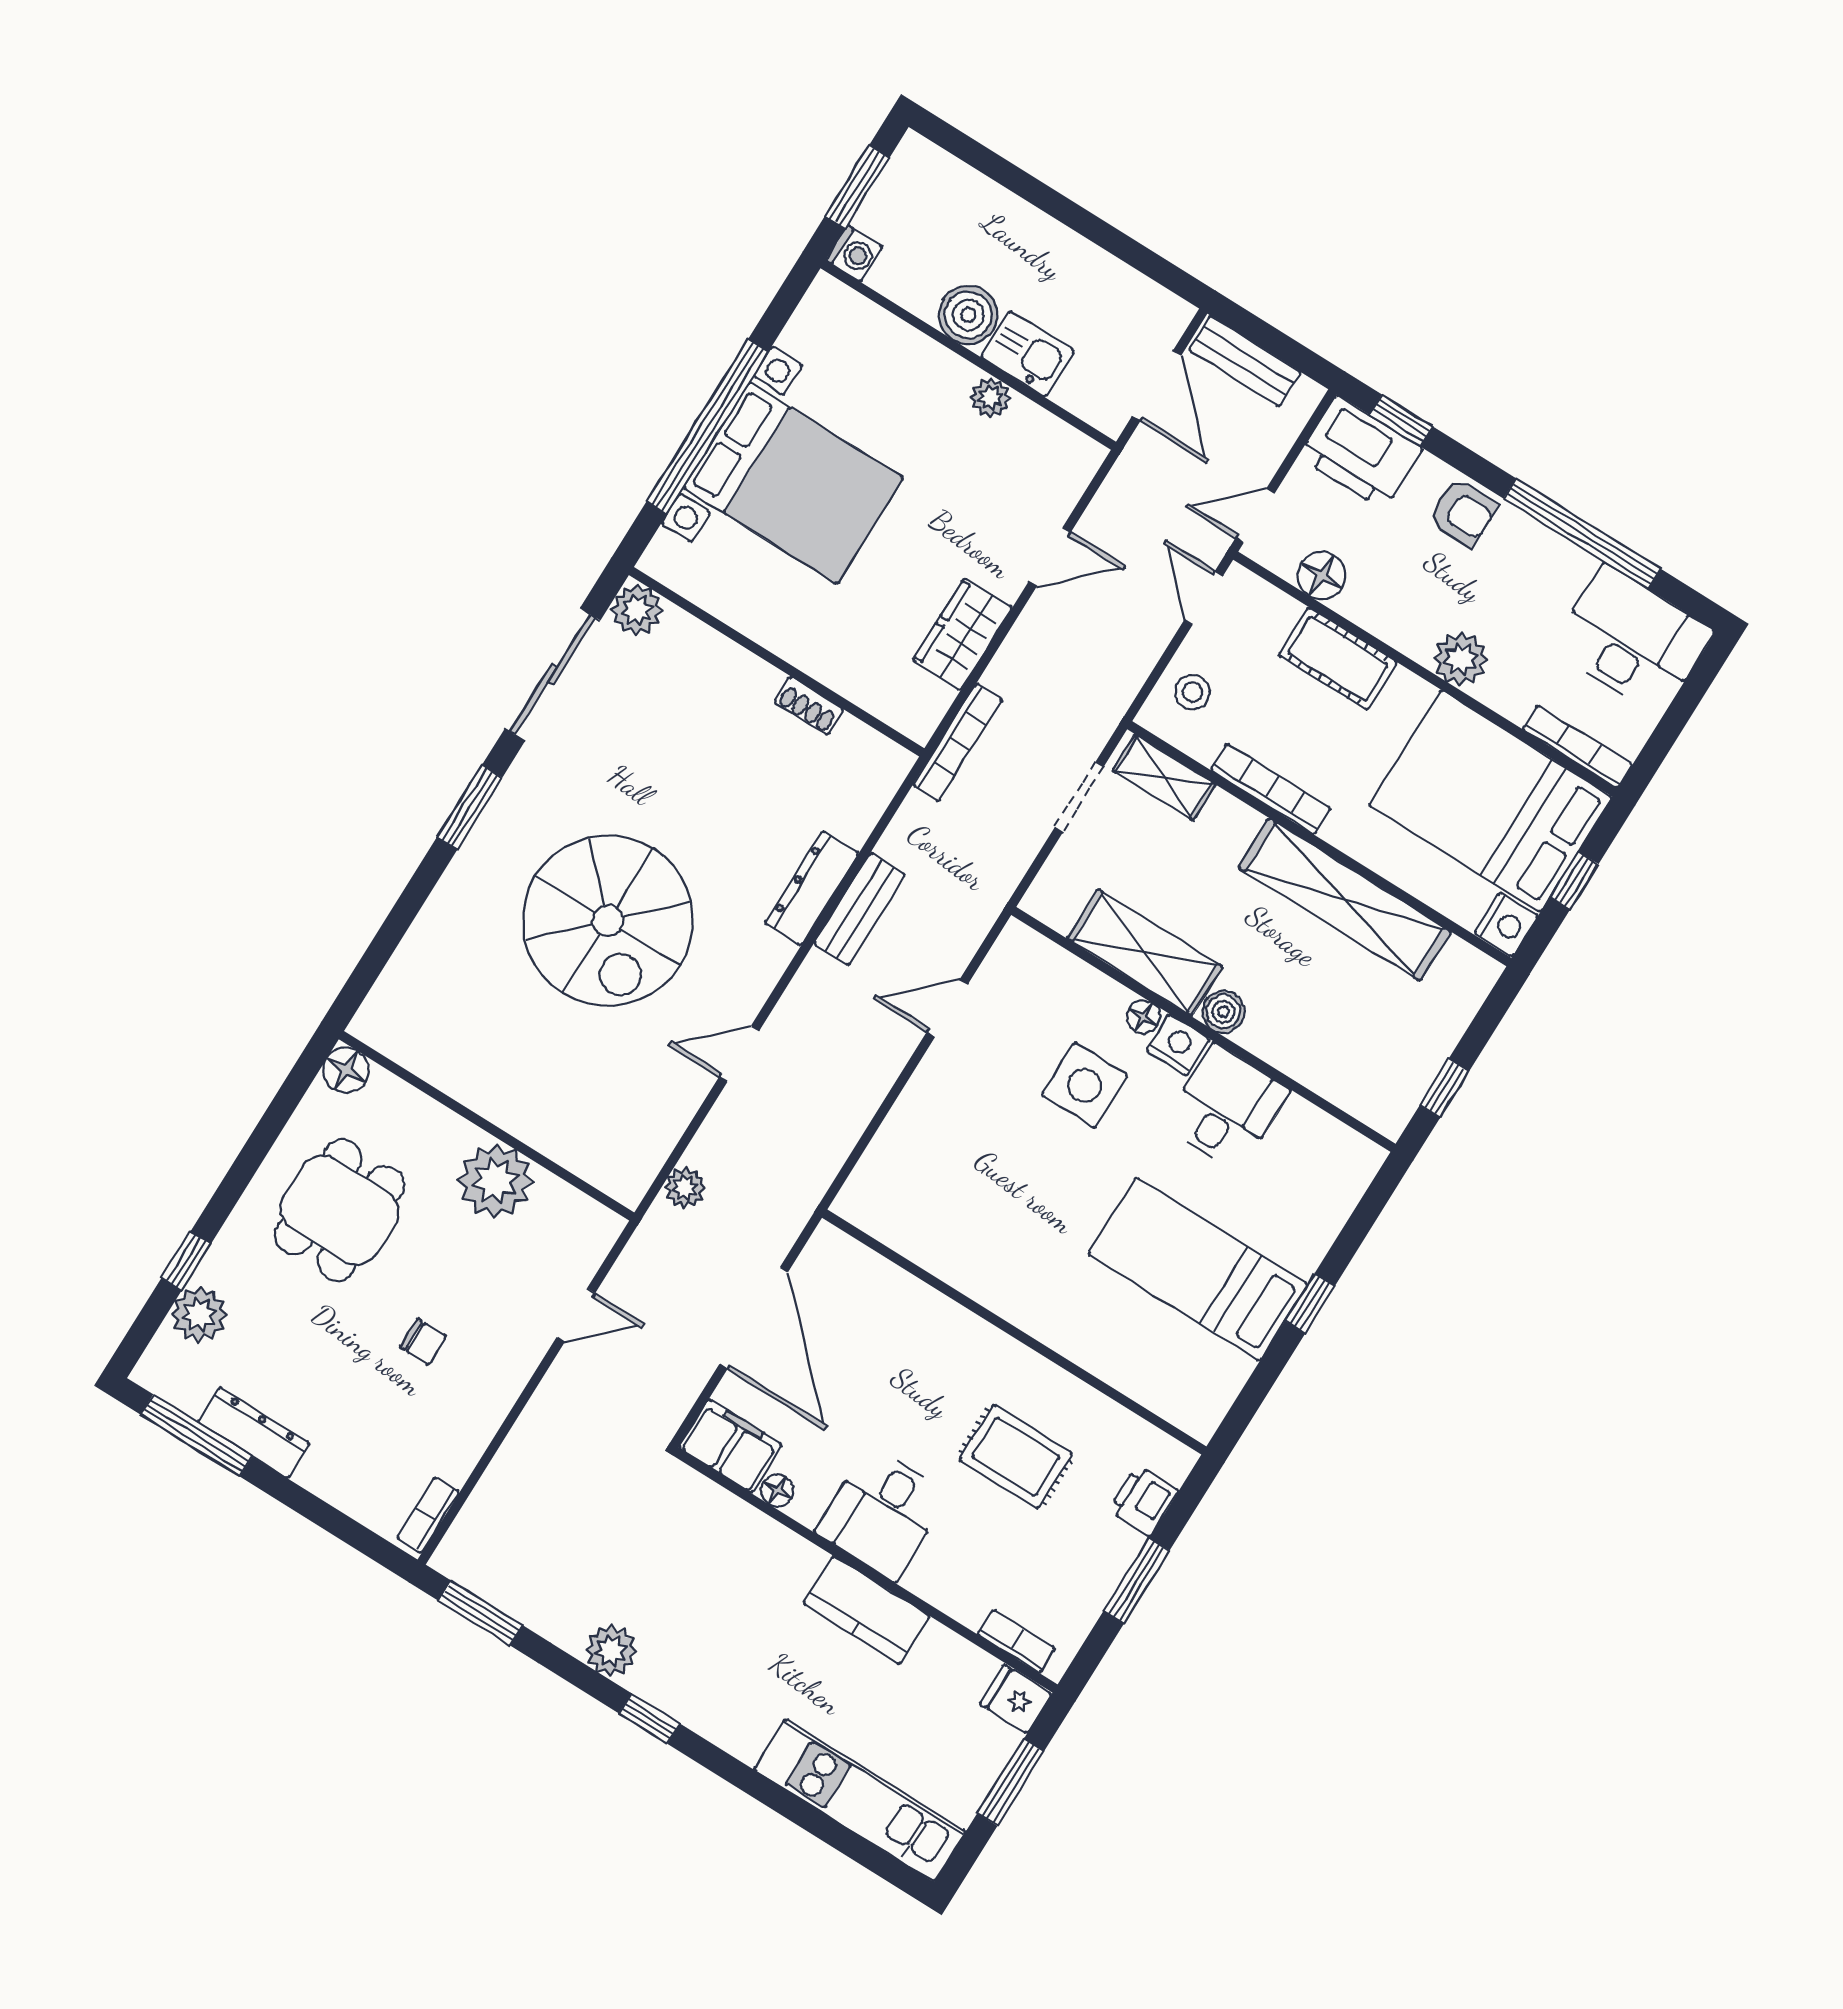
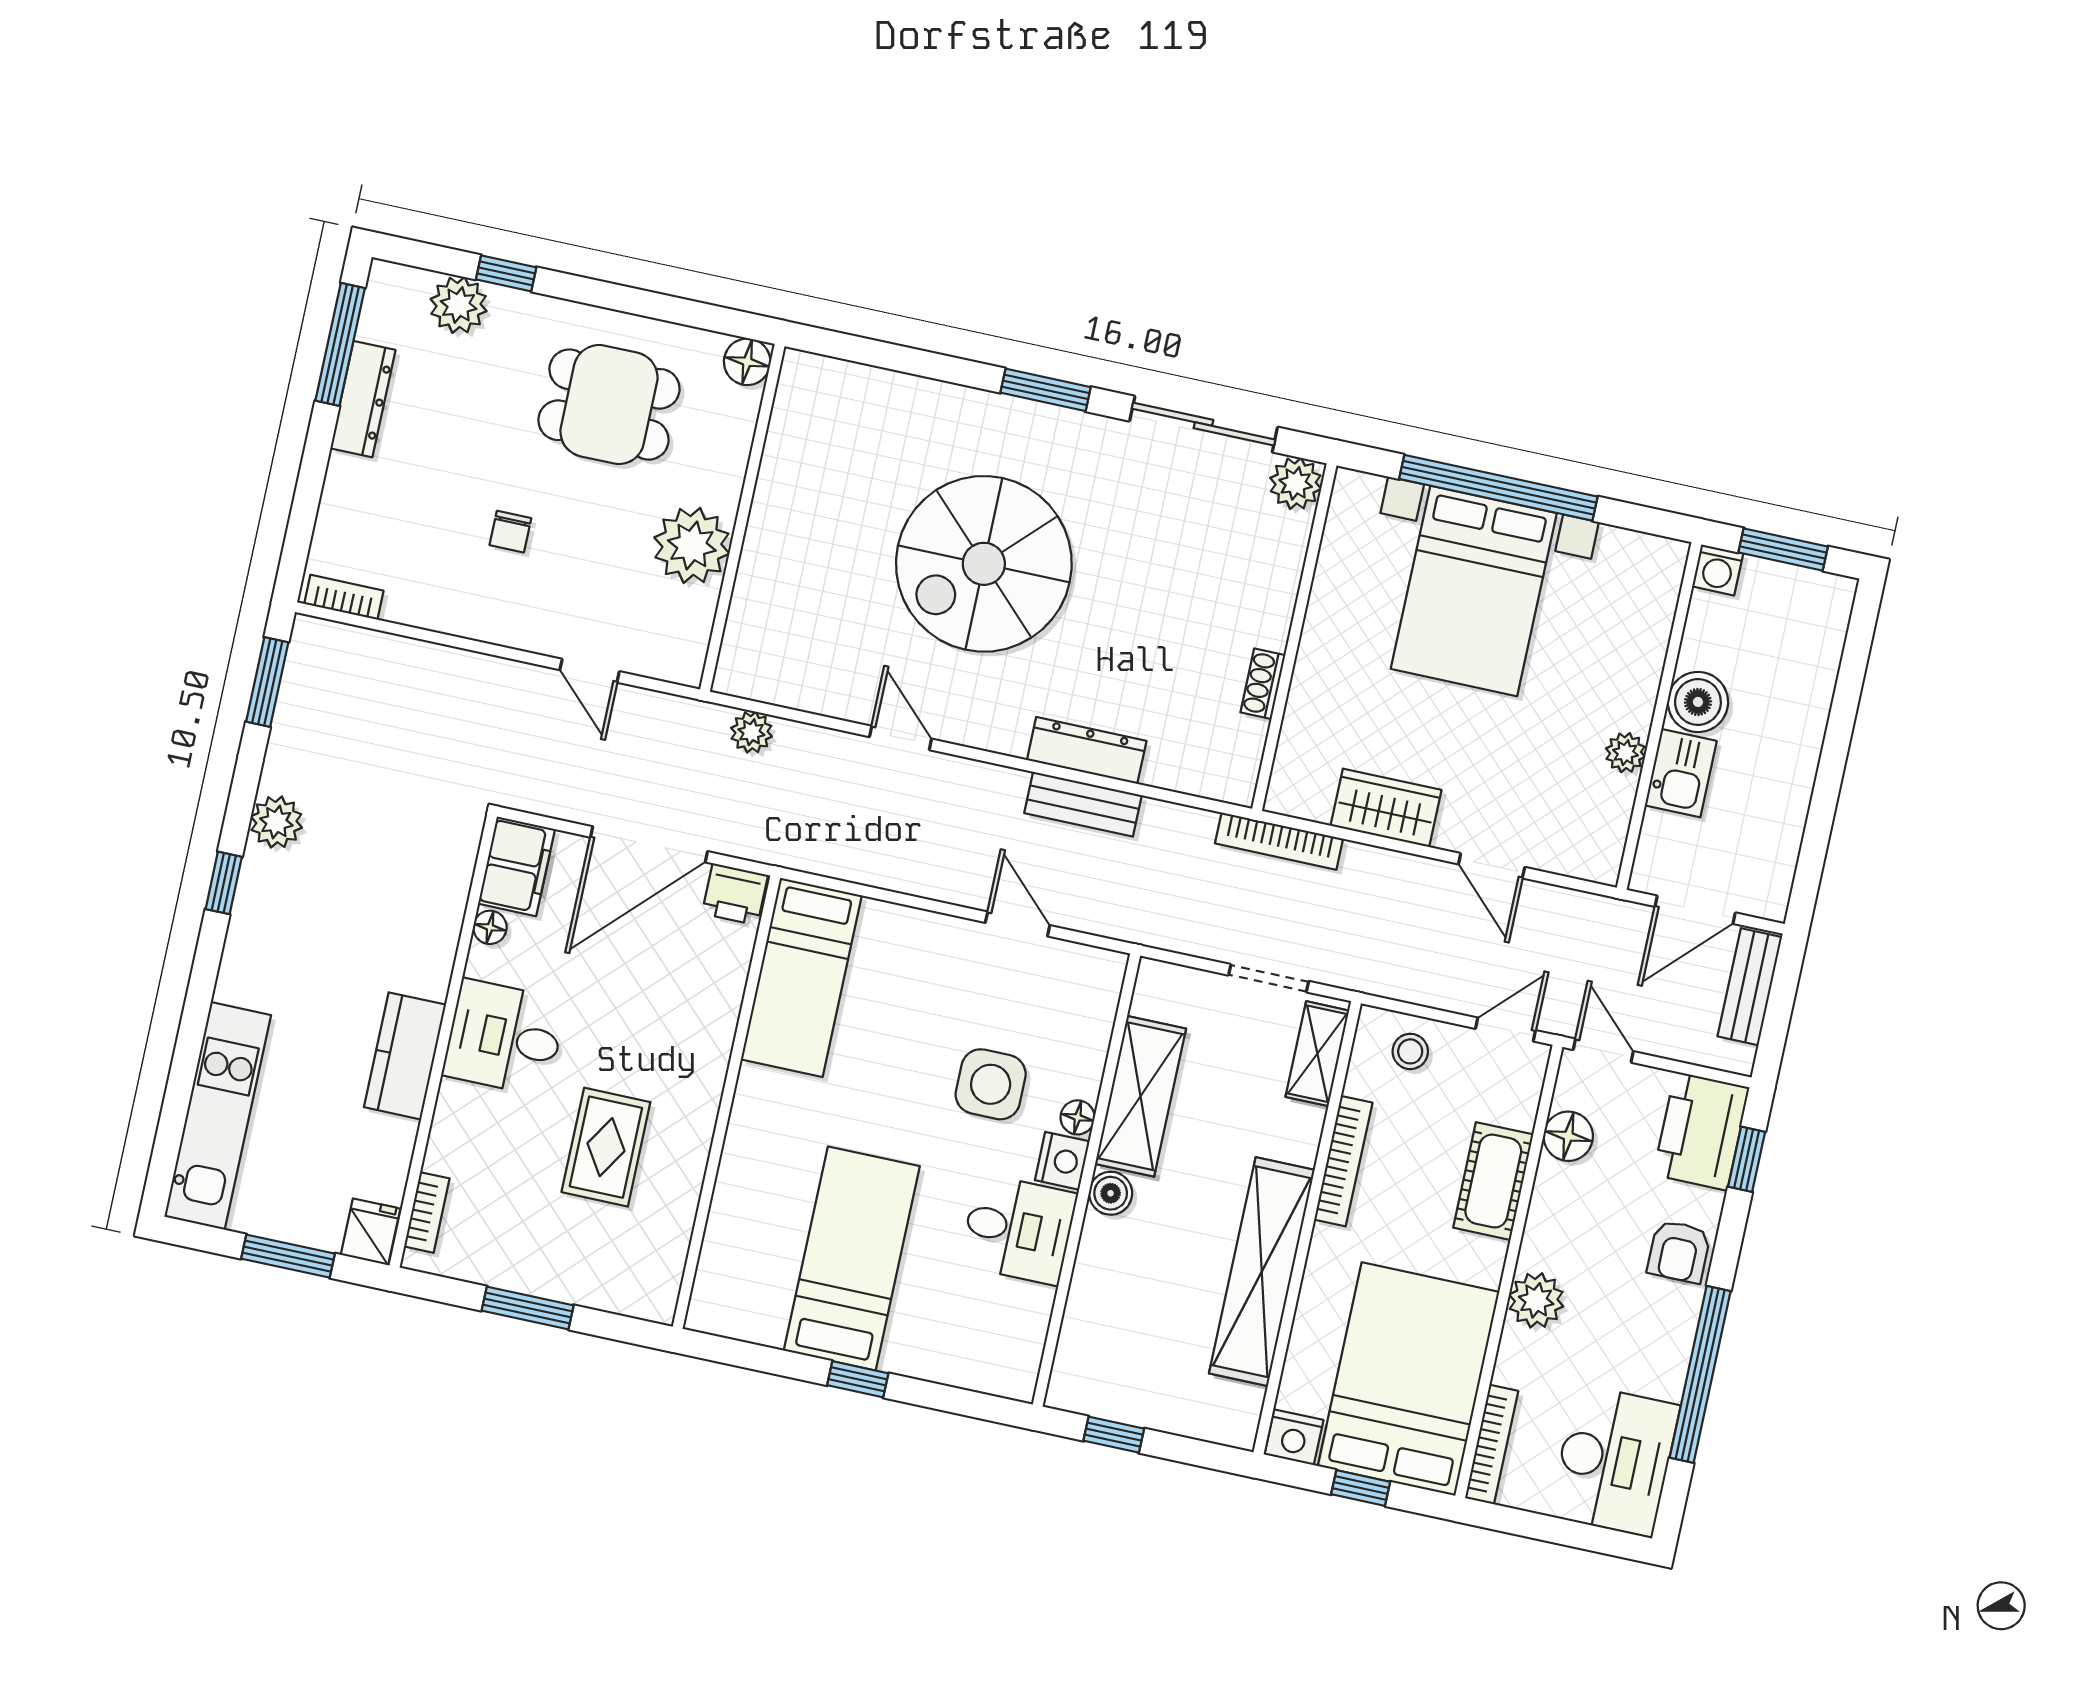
bed: (925, 1223) -> (801, 977), added
printer: (1143, 1500) -> (735, 894), moved, turned 180

